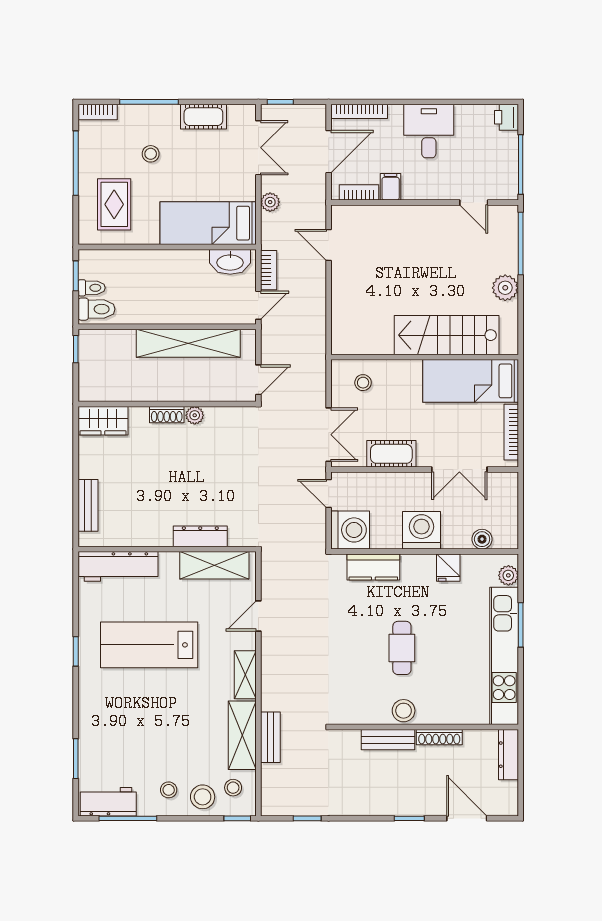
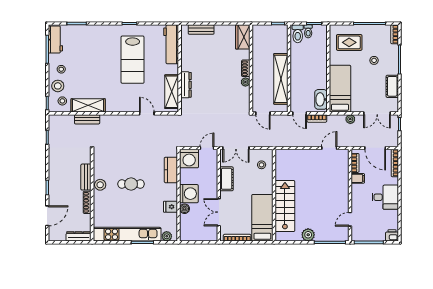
boiler: (482, 539) -> (185, 209), moved
lab bench: (149, 645) -> (133, 60), turned 180
shelving: (245, 675) -> (118, 107), removed

